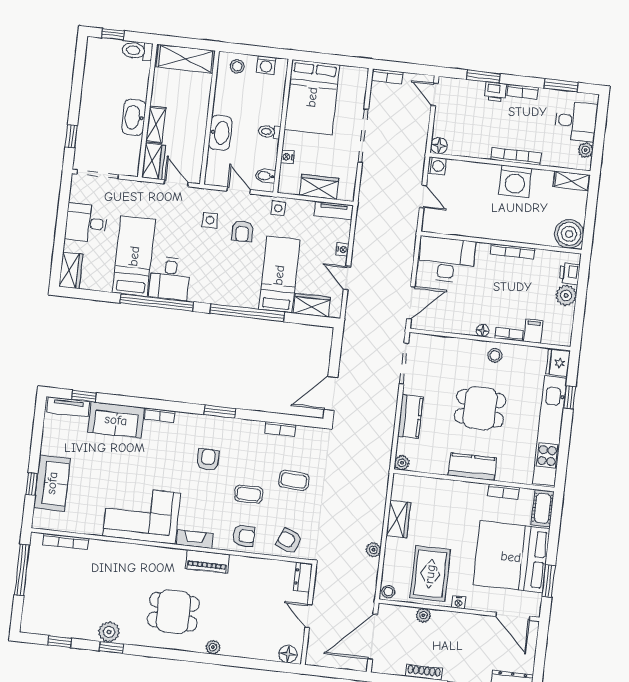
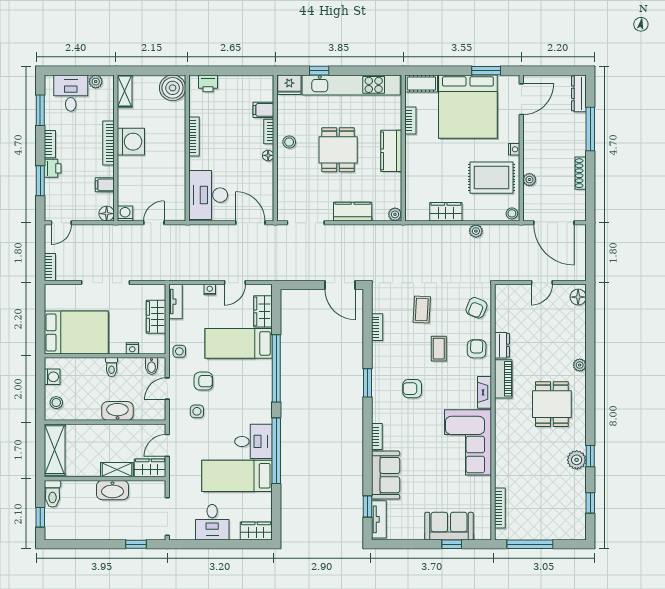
filing cabinet: (471, 147) -> (105, 185), added
plant: (566, 295) -> (228, 84), removed
dresser: (303, 577) -> (502, 345), moved, turned -90

